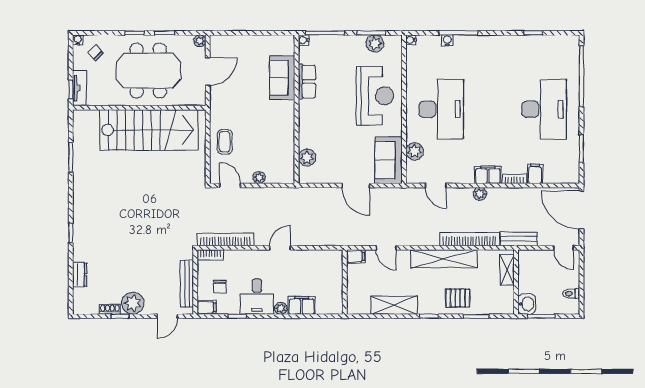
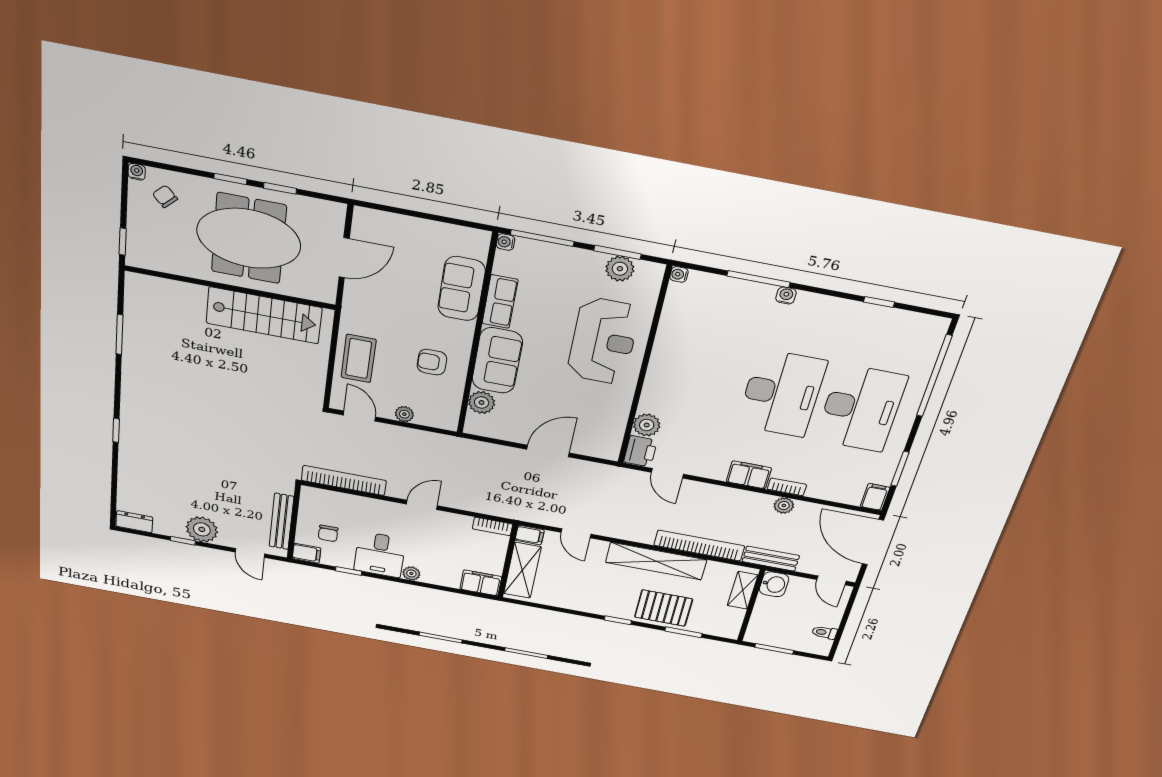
water cooler: (447, 40) -> (786, 295), moved
plant: (200, 41) -> (337, 211), removed
tv unit: (79, 88) -> (137, 242), removed
desk: (441, 109) -> (782, 393), moved
stairs: (149, 130) -> (264, 315), width x0.73, depth x0.66
armchair: (271, 134) -> (432, 362), added
coffee table: (225, 142) -> (359, 358), width x1.36, depth x1.30
sofa: (388, 160) -> (497, 361), moved, turned 180
printer: (415, 172) -> (640, 451), added
filing cabinet: (535, 174) -> (875, 497), moved
door: (356, 185) -> (548, 451), swing flipped
plant: (480, 194) -> (784, 506), moved
bookcase: (210, 255) -> (493, 526), moved
dresser: (80, 275) -> (134, 522), moved, turned -90
pallet: (458, 298) -> (664, 608), width x1.50, depth x1.42
washbasin: (527, 304) -> (774, 584), moved
filing cabinet: (302, 305) -> (481, 583), moved
shelving: (394, 305) -> (522, 570), moved, turned 90
shoe rack: (110, 309) -> (169, 530), removed
door: (167, 316) -> (250, 553), hinge flipped

